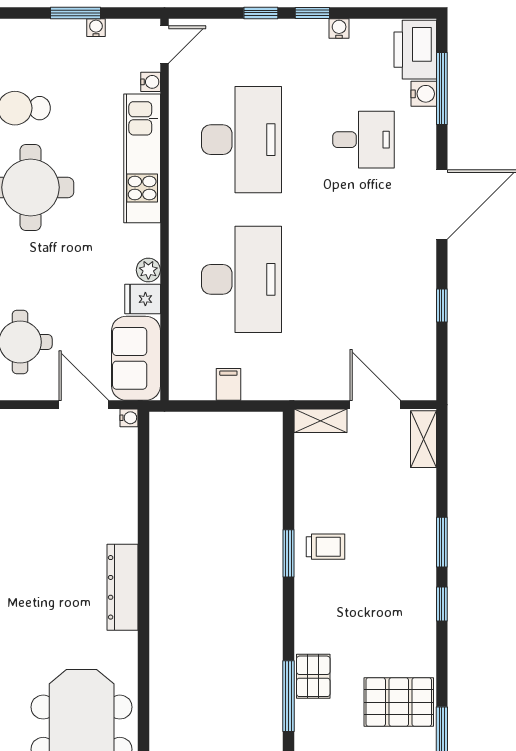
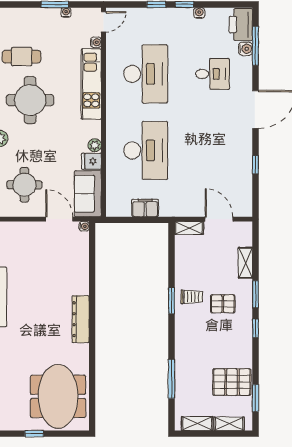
filing cabinet: (228, 384) -> (145, 208), width x2.00
shelving: (423, 439) -> (245, 263), moved
pallet: (313, 676) -> (223, 304), moved, turned 90

